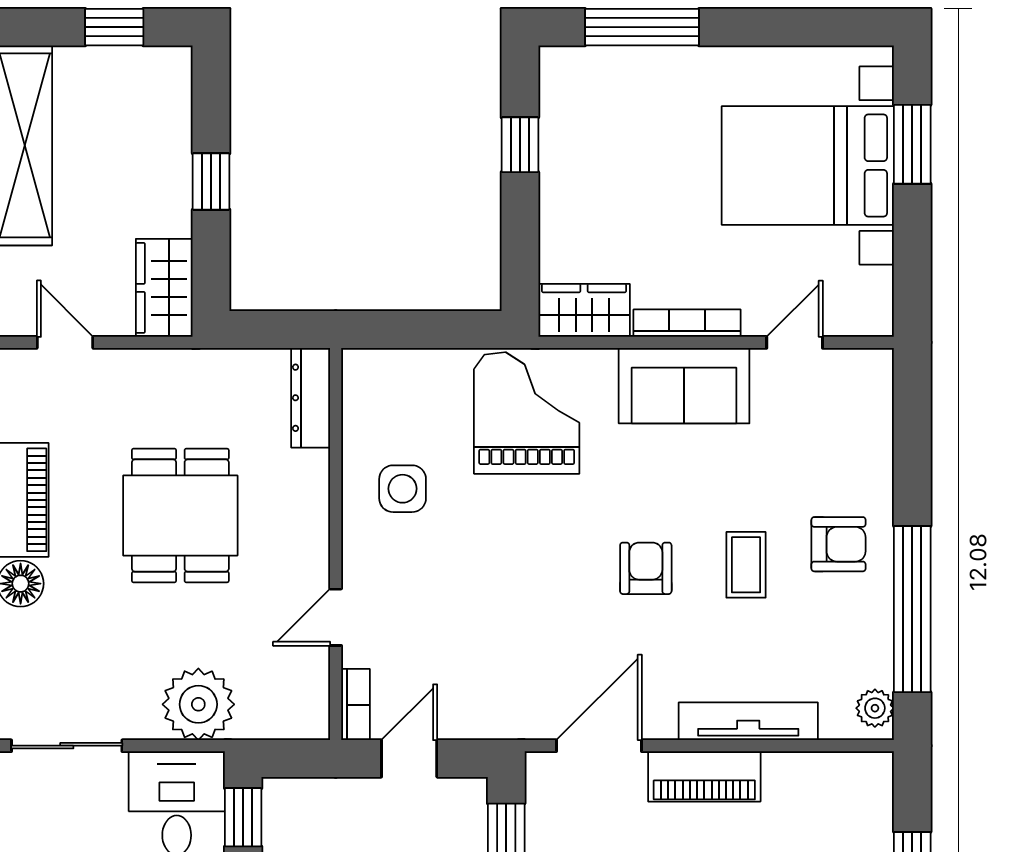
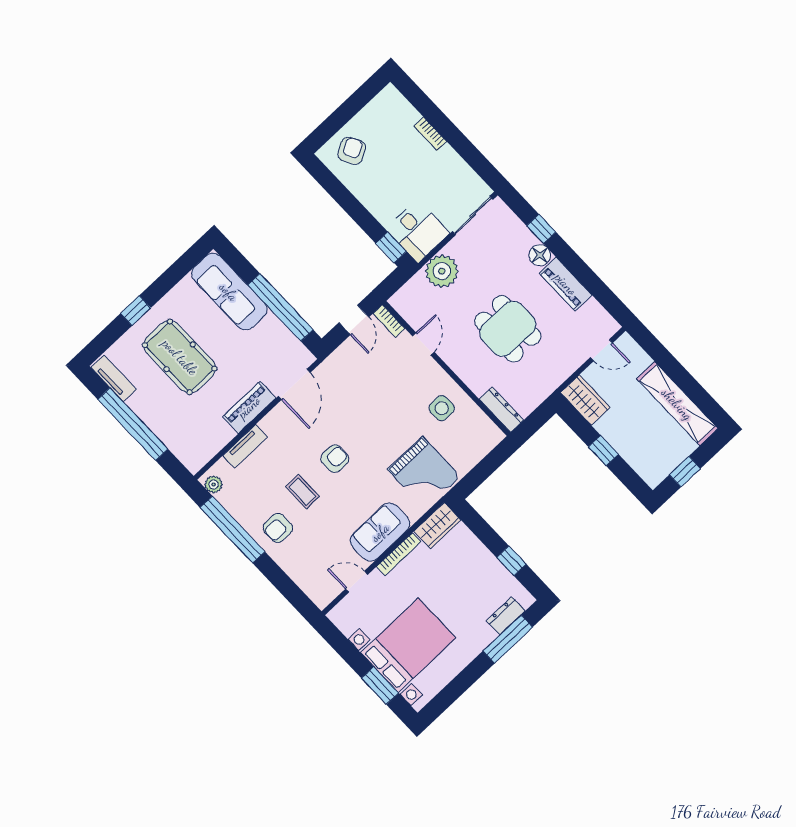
dresser: (611, 67) -> (506, 616), added
door: (795, 342) -> (357, 582), swing flipped
armchair: (646, 568) -> (335, 459), turned -90
tv unit: (748, 721) -> (245, 446), width x0.71

